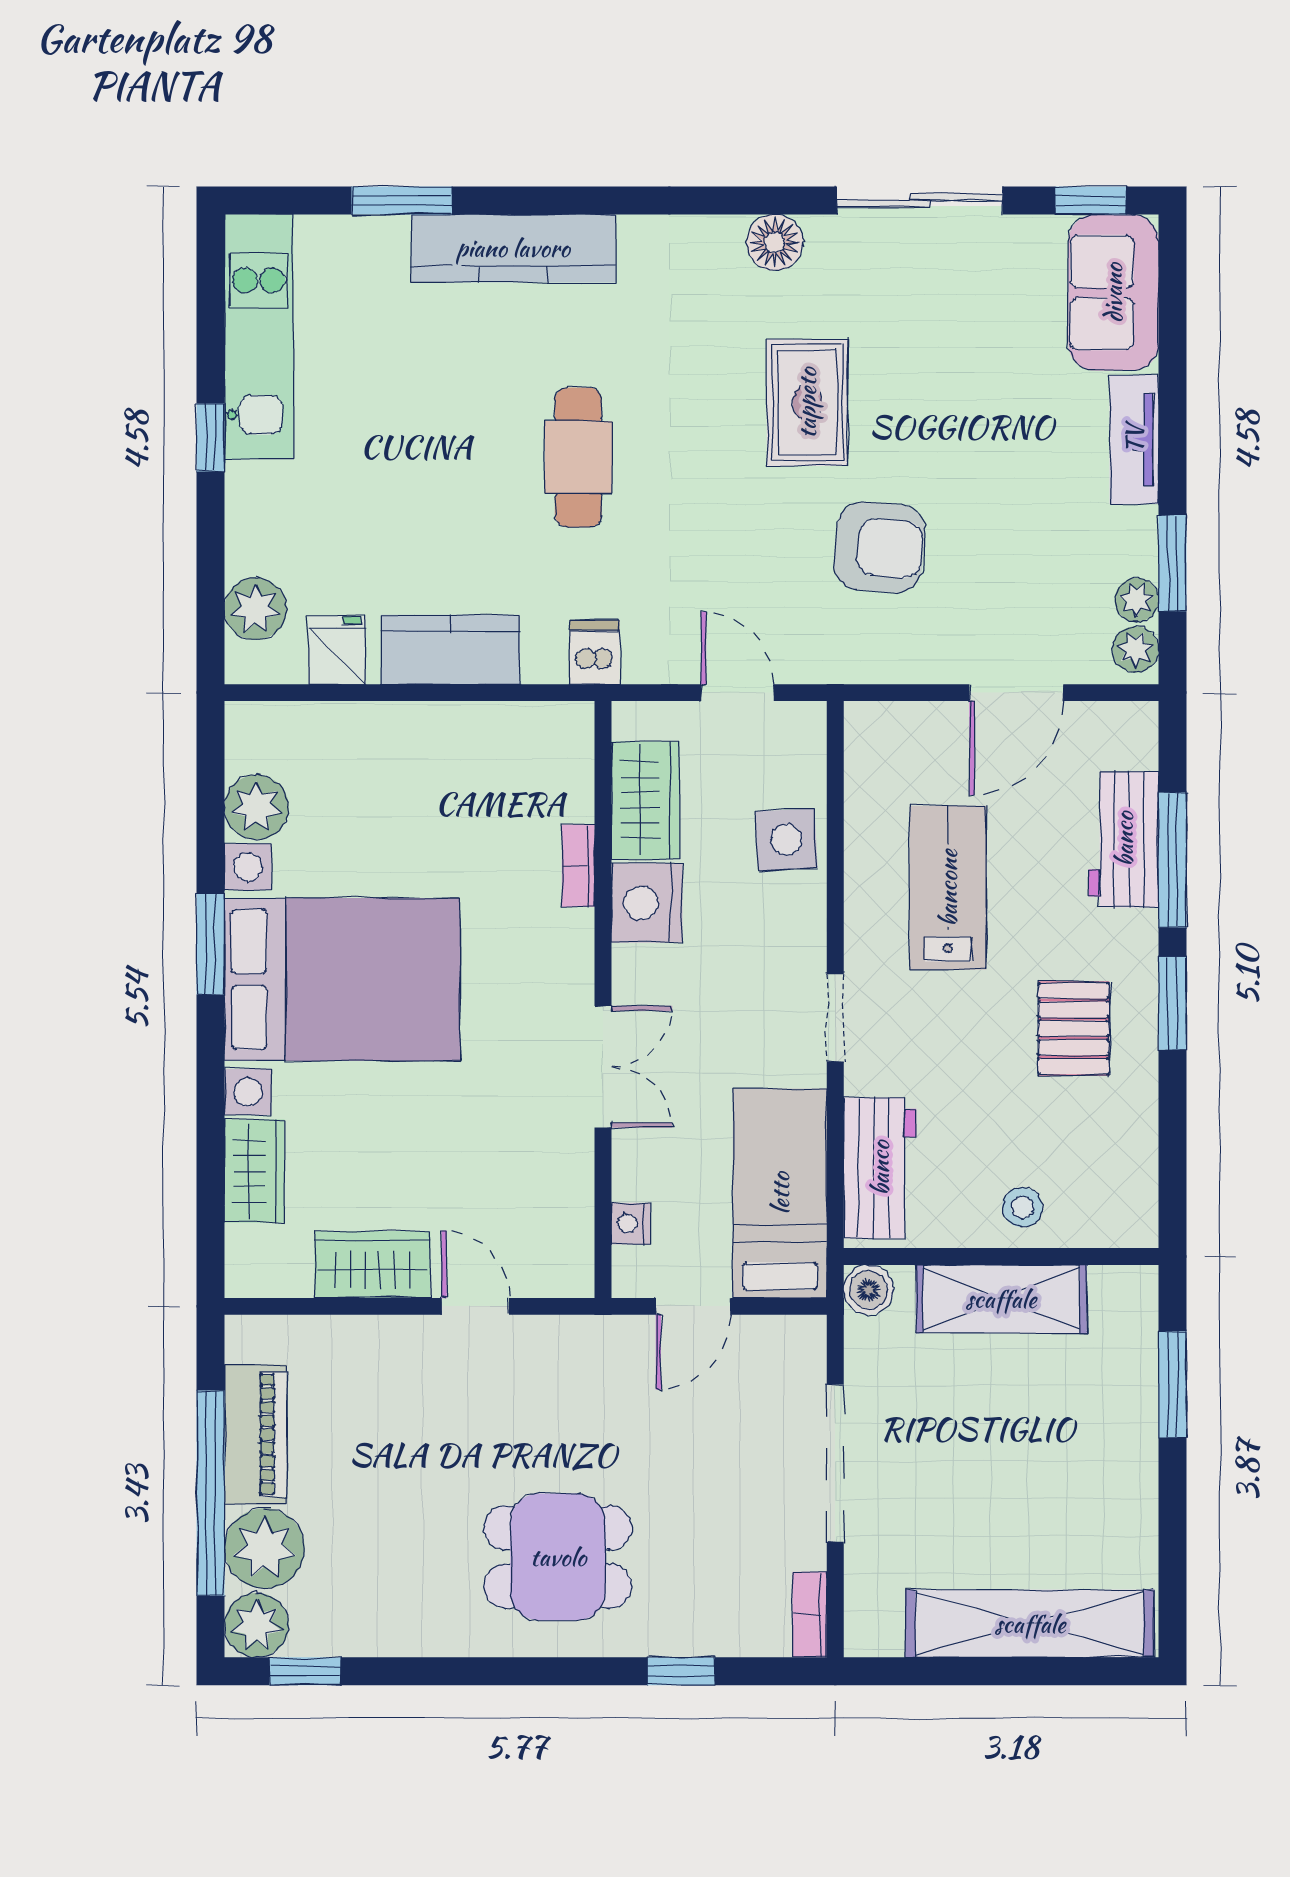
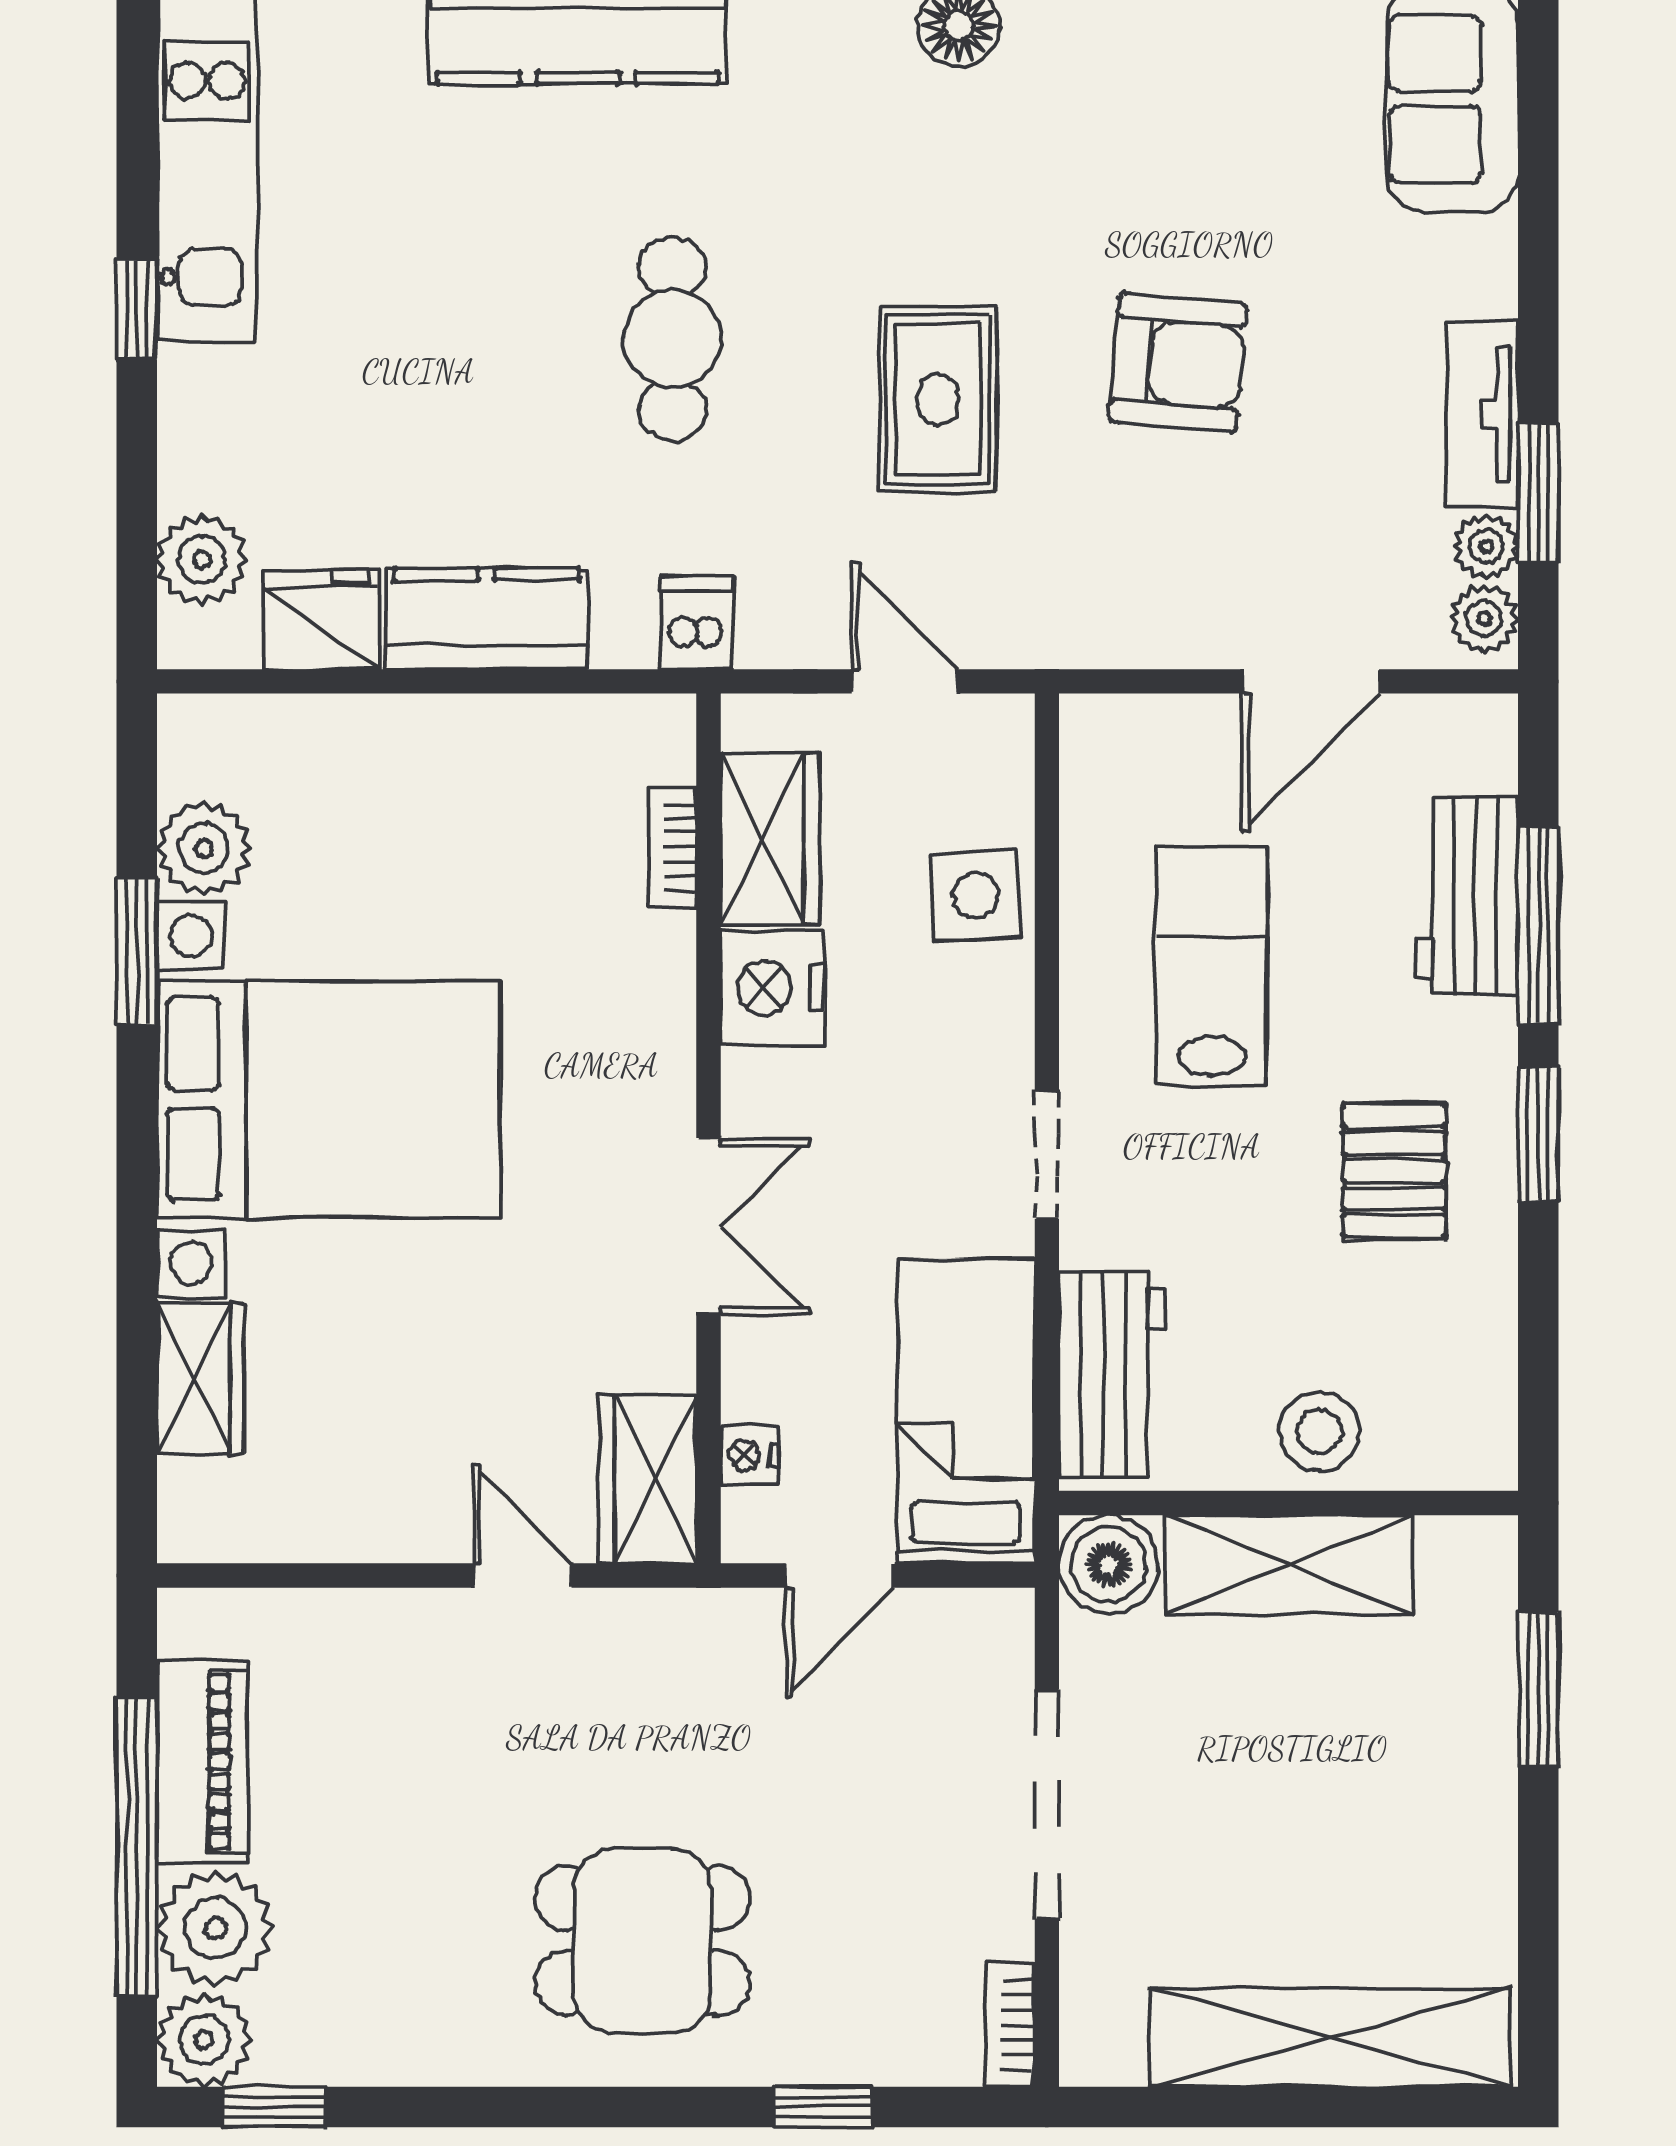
rug: (807, 403) -> (938, 400), moved
tv unit: (1134, 439) -> (1482, 414), moved
armchair: (879, 547) -> (1178, 363), moved
fridge: (337, 650) -> (321, 620), width x1.38
bookcase: (578, 866) -> (672, 847), moved
window: (210, 944) -> (137, 951), moved
stool: (1022, 1207) -> (1319, 1431), width x1.37, depth x1.37
wardrobe: (372, 1265) -> (648, 1479), moved, turned -90
boiler: (869, 1290) -> (1109, 1565), width x1.36, depth x1.36

